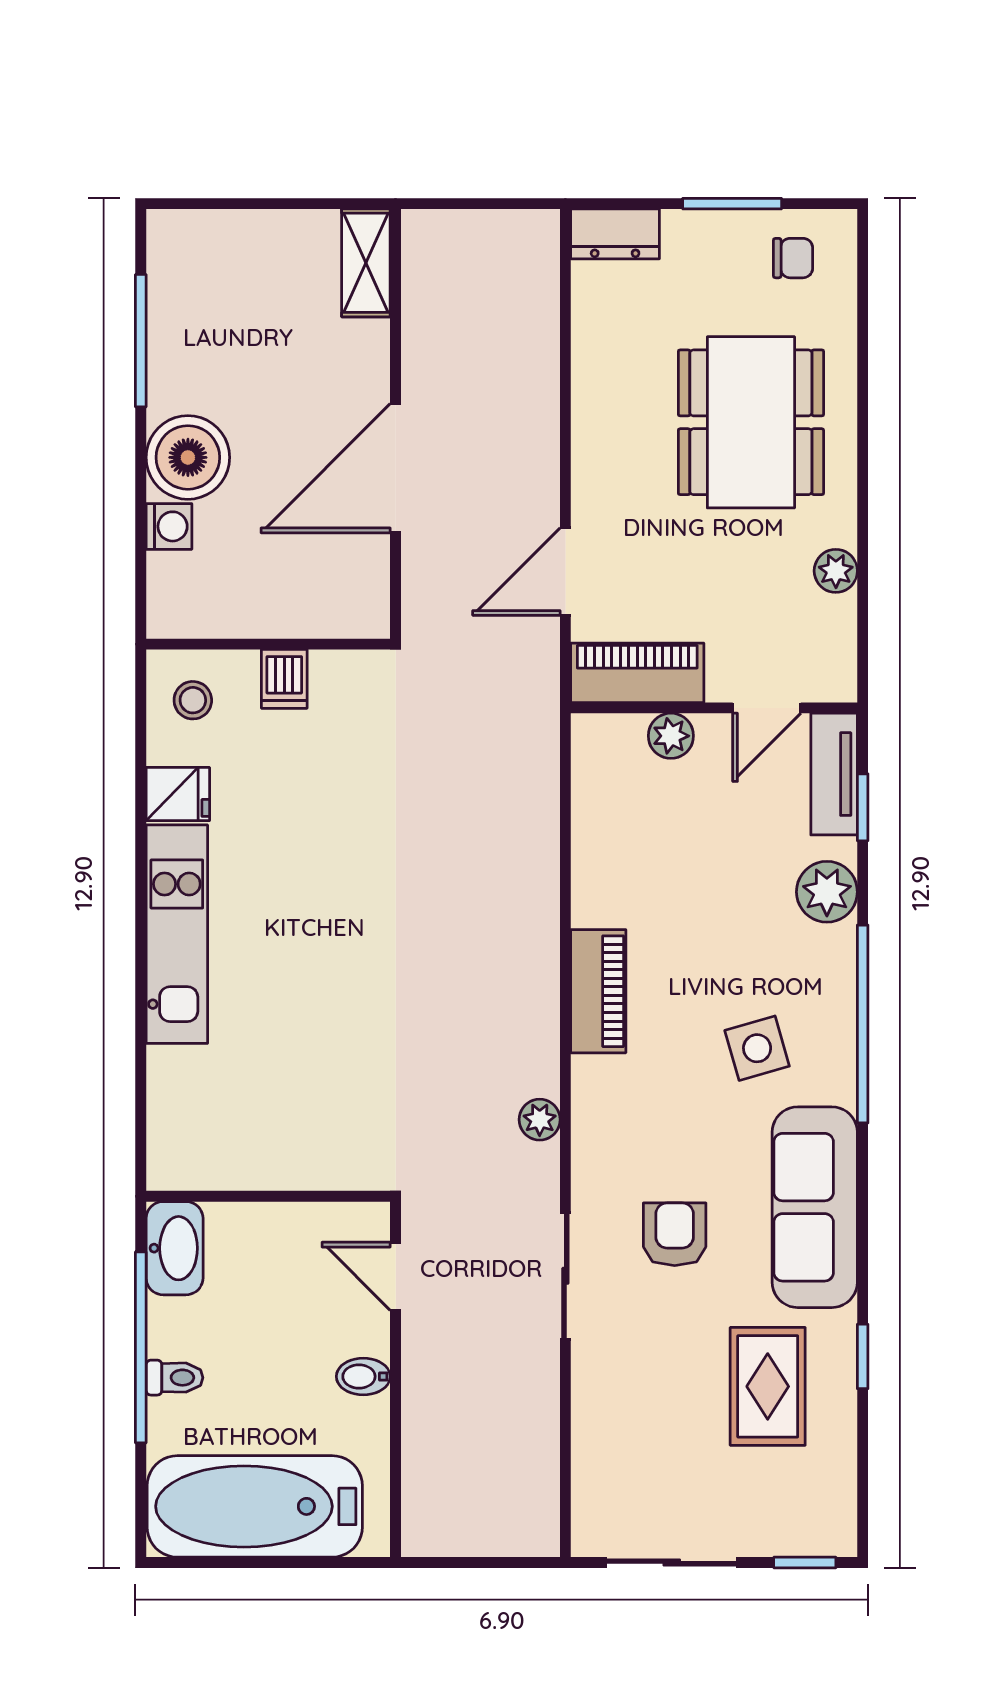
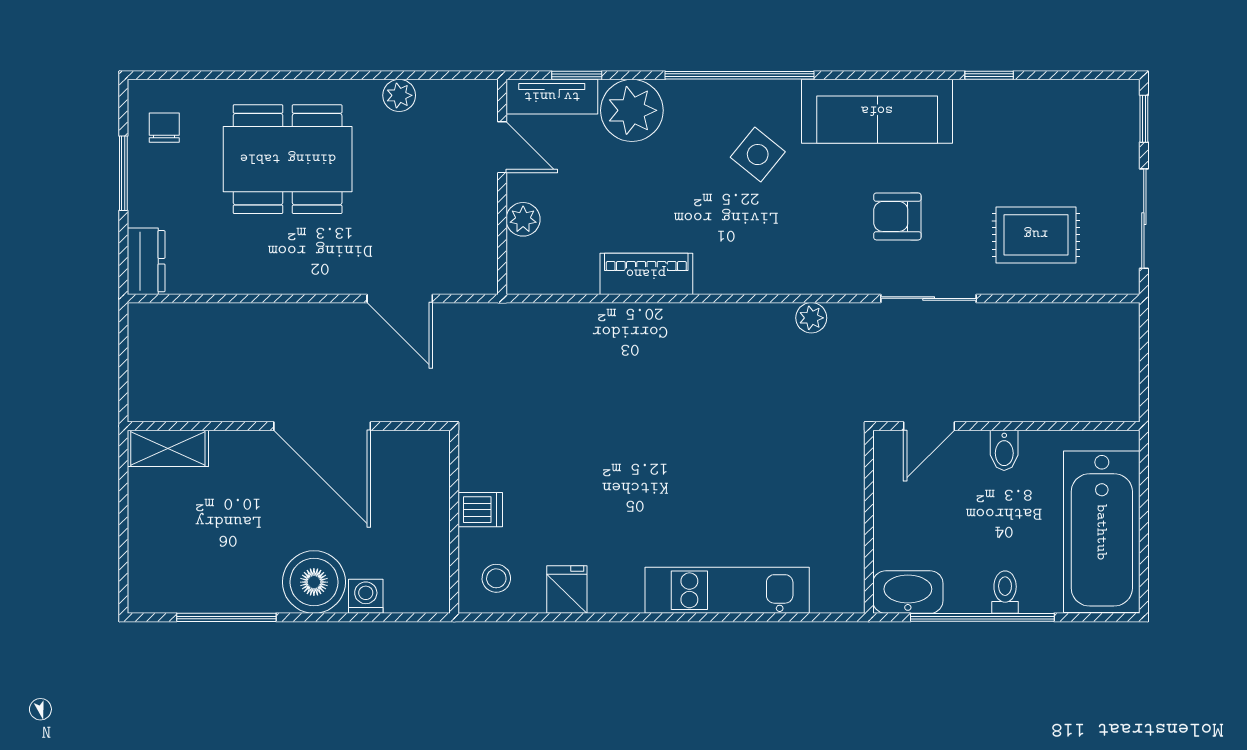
piano: (637, 673) -> (476, 245), removed
plant: (827, 892) -> (632, 110), width x1.36, depth x1.36
kitchen unit: (177, 934) -> (727, 590), moved
piano: (598, 991) -> (646, 274), moved
side table: (757, 1048) -> (758, 155), turned -35
rug: (768, 1386) -> (1036, 235), moved

